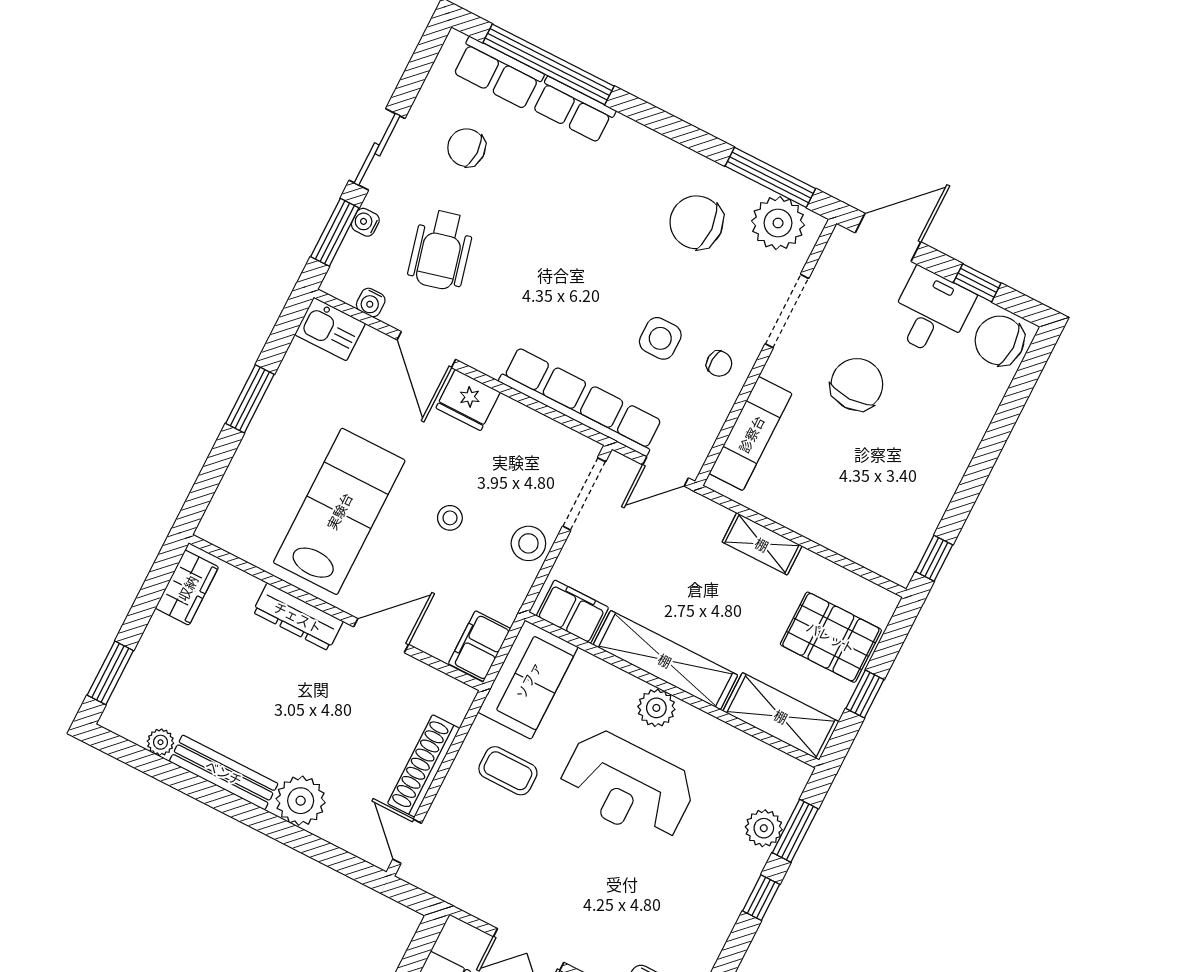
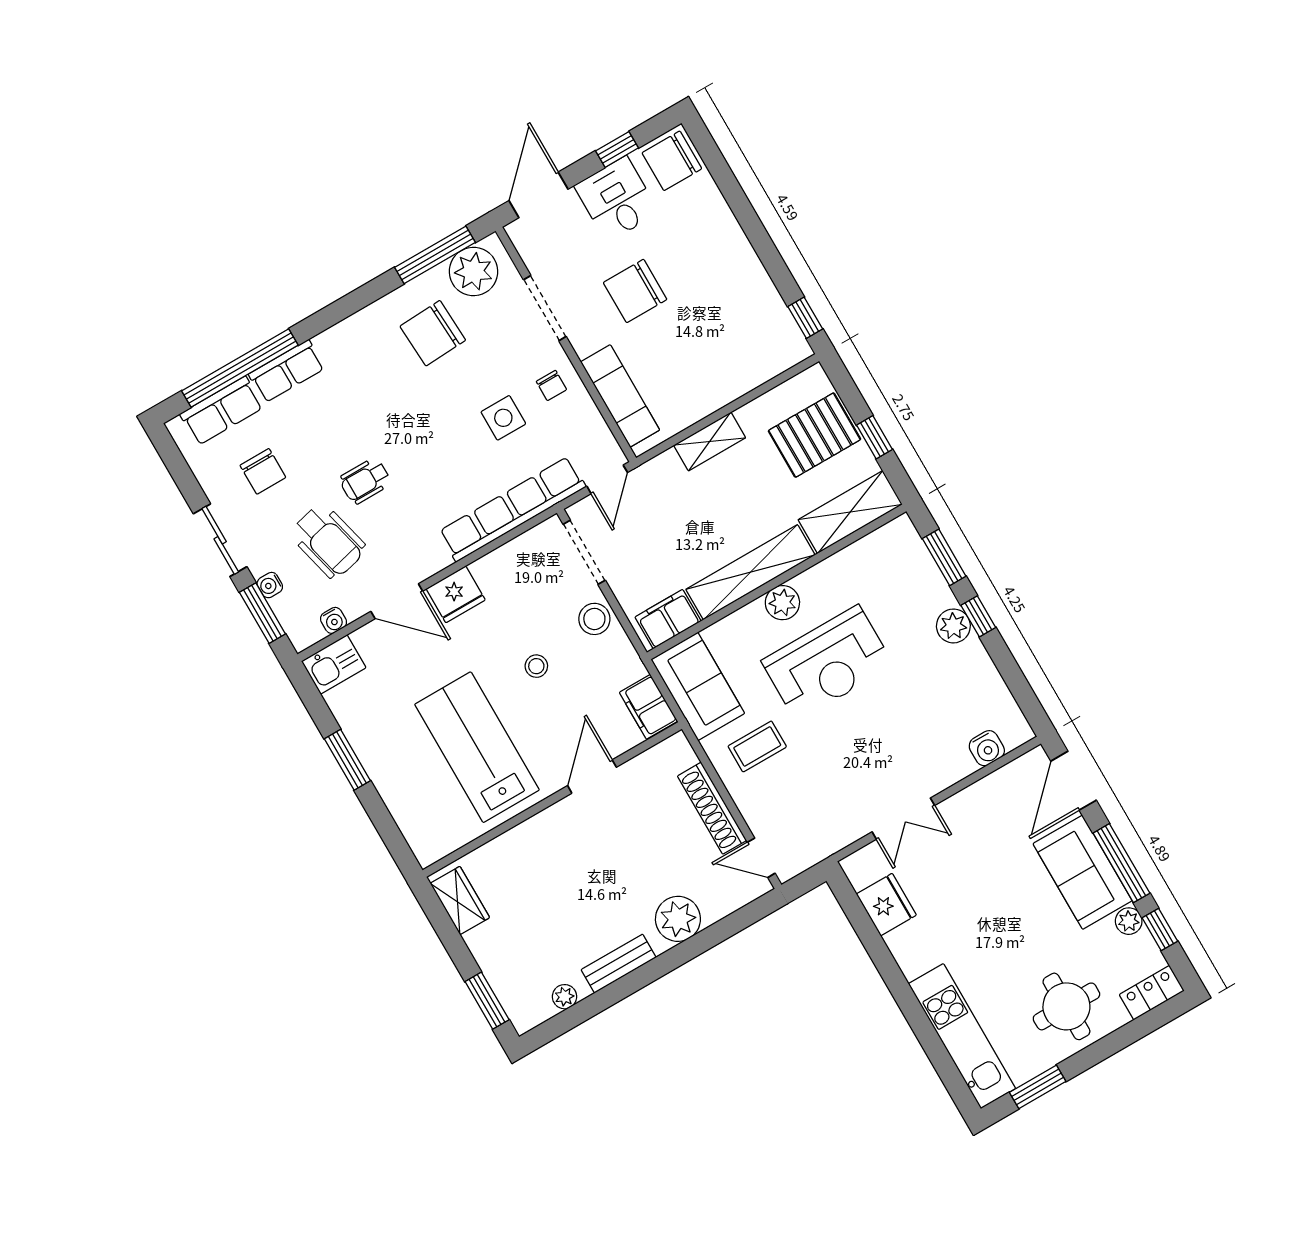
chair: (466, 148) -> (263, 471), turned -90
wheelchair: (519, 248) -> (365, 481), added
chair: (719, 364) -> (551, 385), turned 85
chair: (857, 384) -> (635, 291), turned -90
dresser: (298, 617) -> (537, 830), removed
bench: (224, 772) -> (619, 964), width x0.73
plant: (764, 828) -> (953, 626), moved

